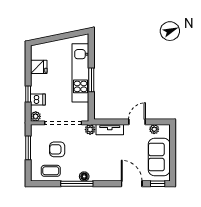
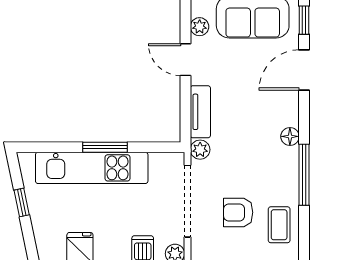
window: (62, 36) -> (22, 202), added
armchair: (57, 149) -> (238, 212), turned 90
floor lamp: (84, 176) -> (290, 136), moved

